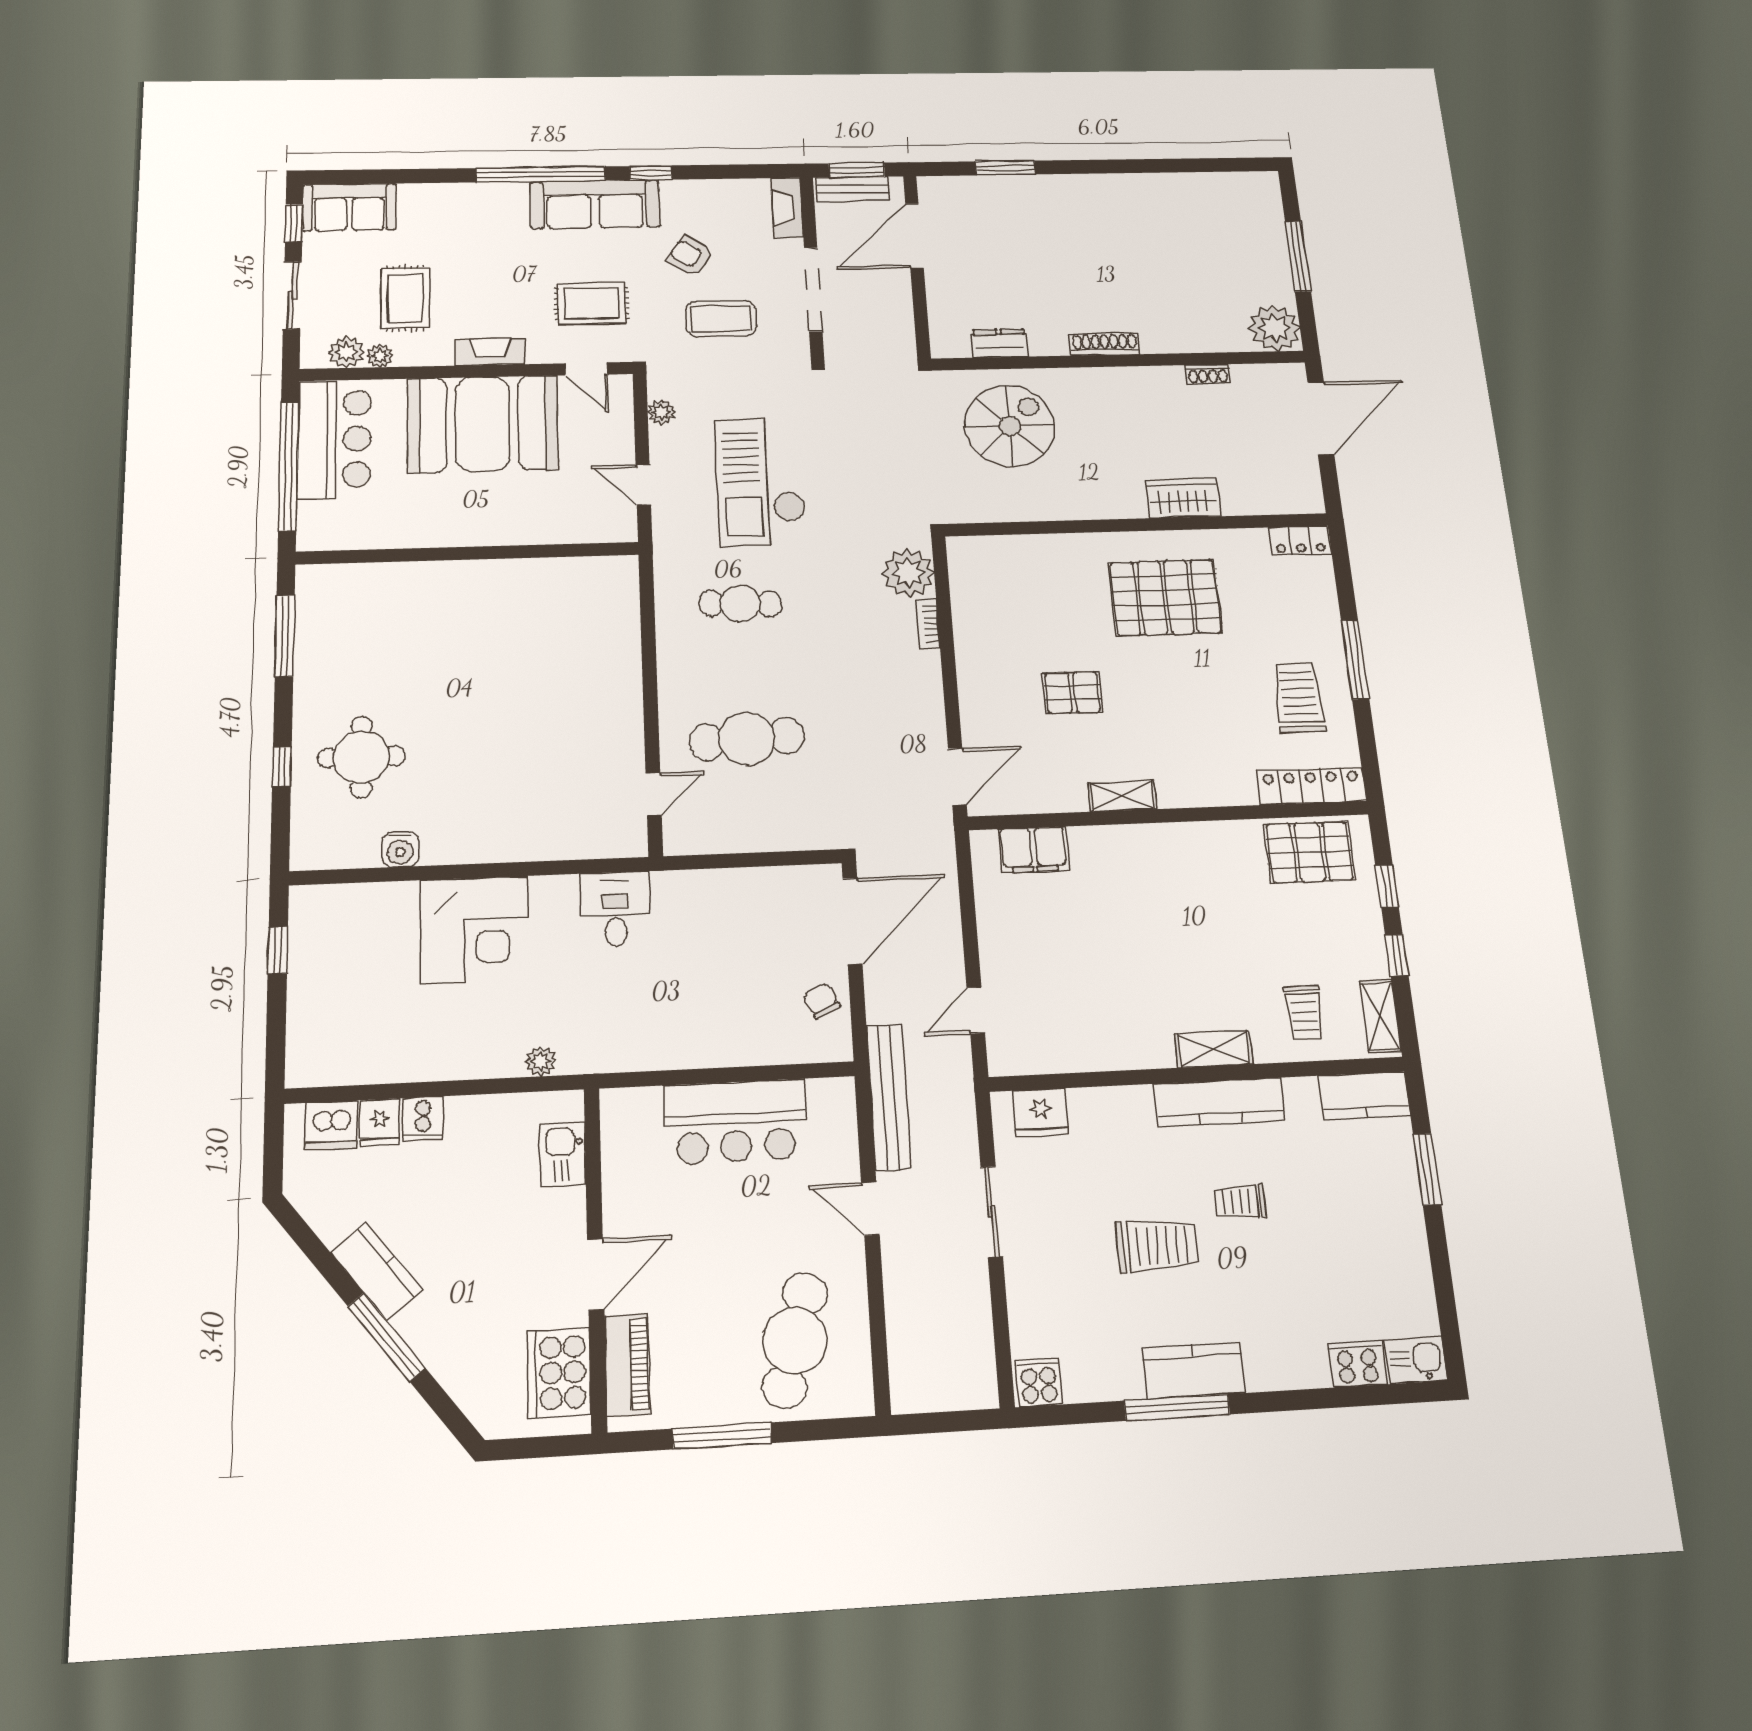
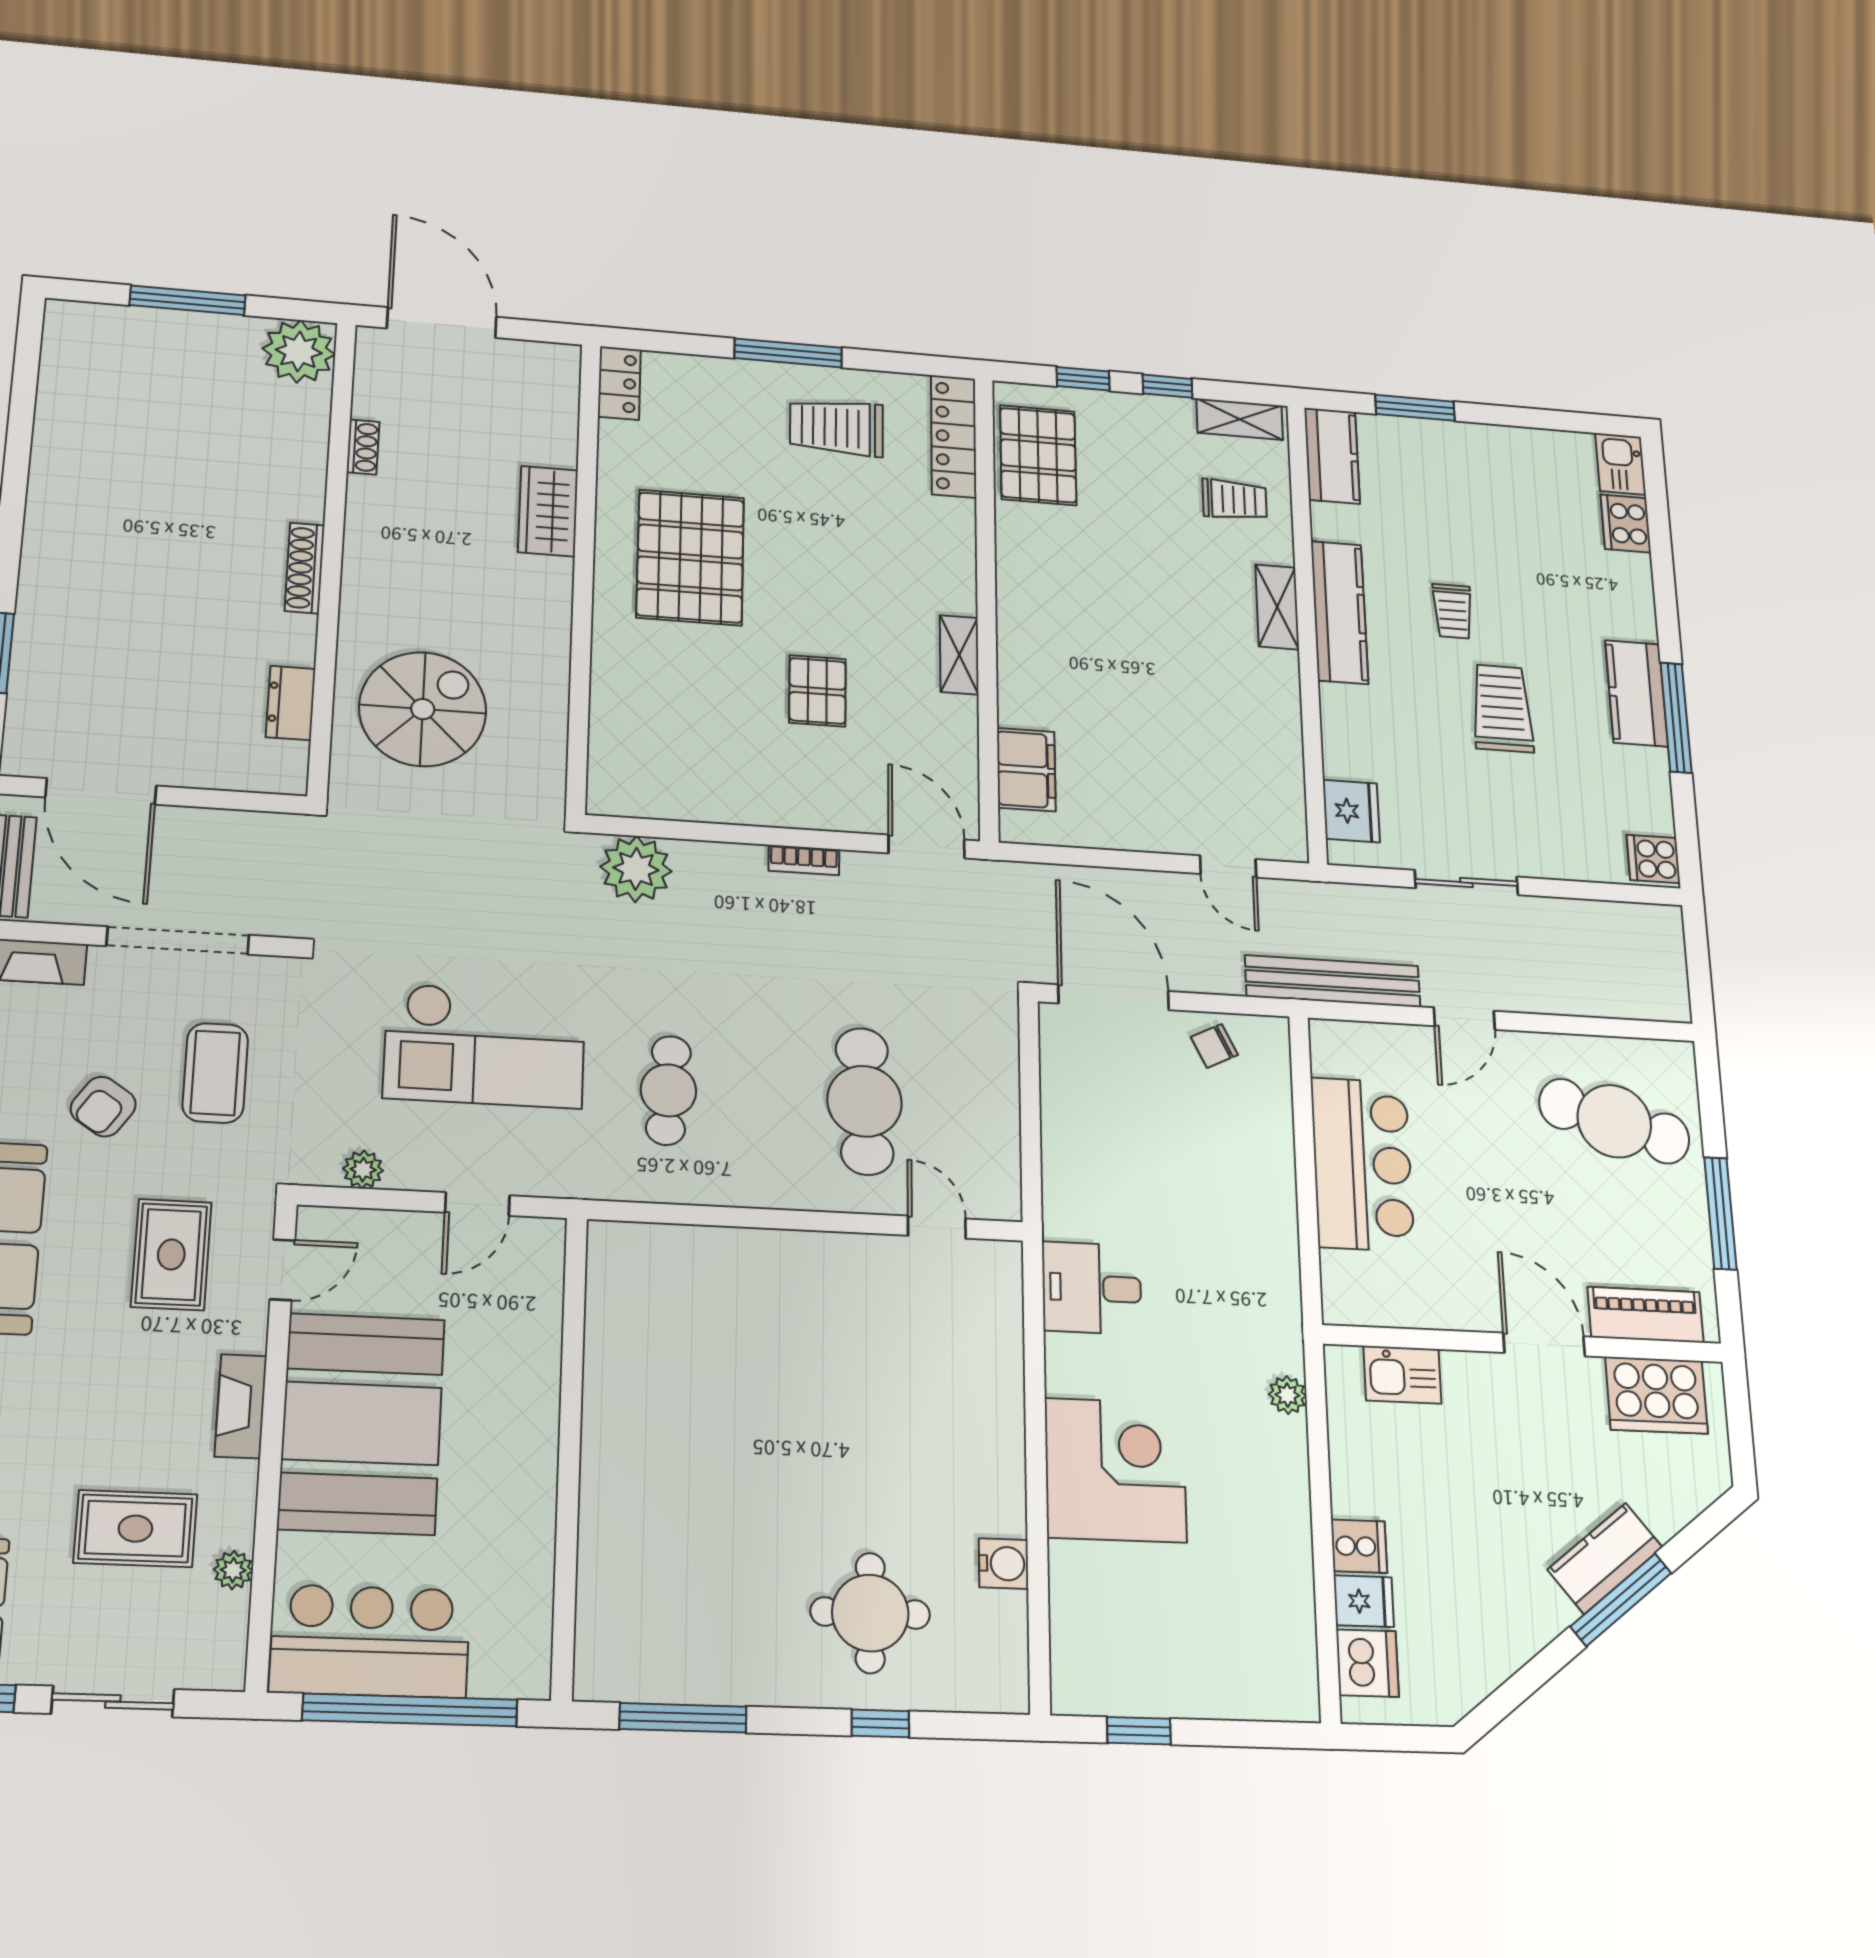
plant: (346, 352) -> (222, 1620), removed
spiral stairs: (1010, 426) -> (423, 709), turned 90
bookcase: (928, 624) -> (804, 860), moved
kitchen counter: (376, 1271) -> (1605, 1558), moved

